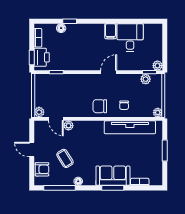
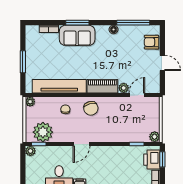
plant: (146, 79) -> (43, 132), width x1.87, depth x1.87
chair: (100, 106) -> (91, 108), turned 75
plant: (39, 112) -> (155, 137), moved
door: (56, 119) -> (137, 95), hinge flipped
piano: (89, 127) -> (102, 86), added
coffee table: (65, 158) -> (127, 53), removed

